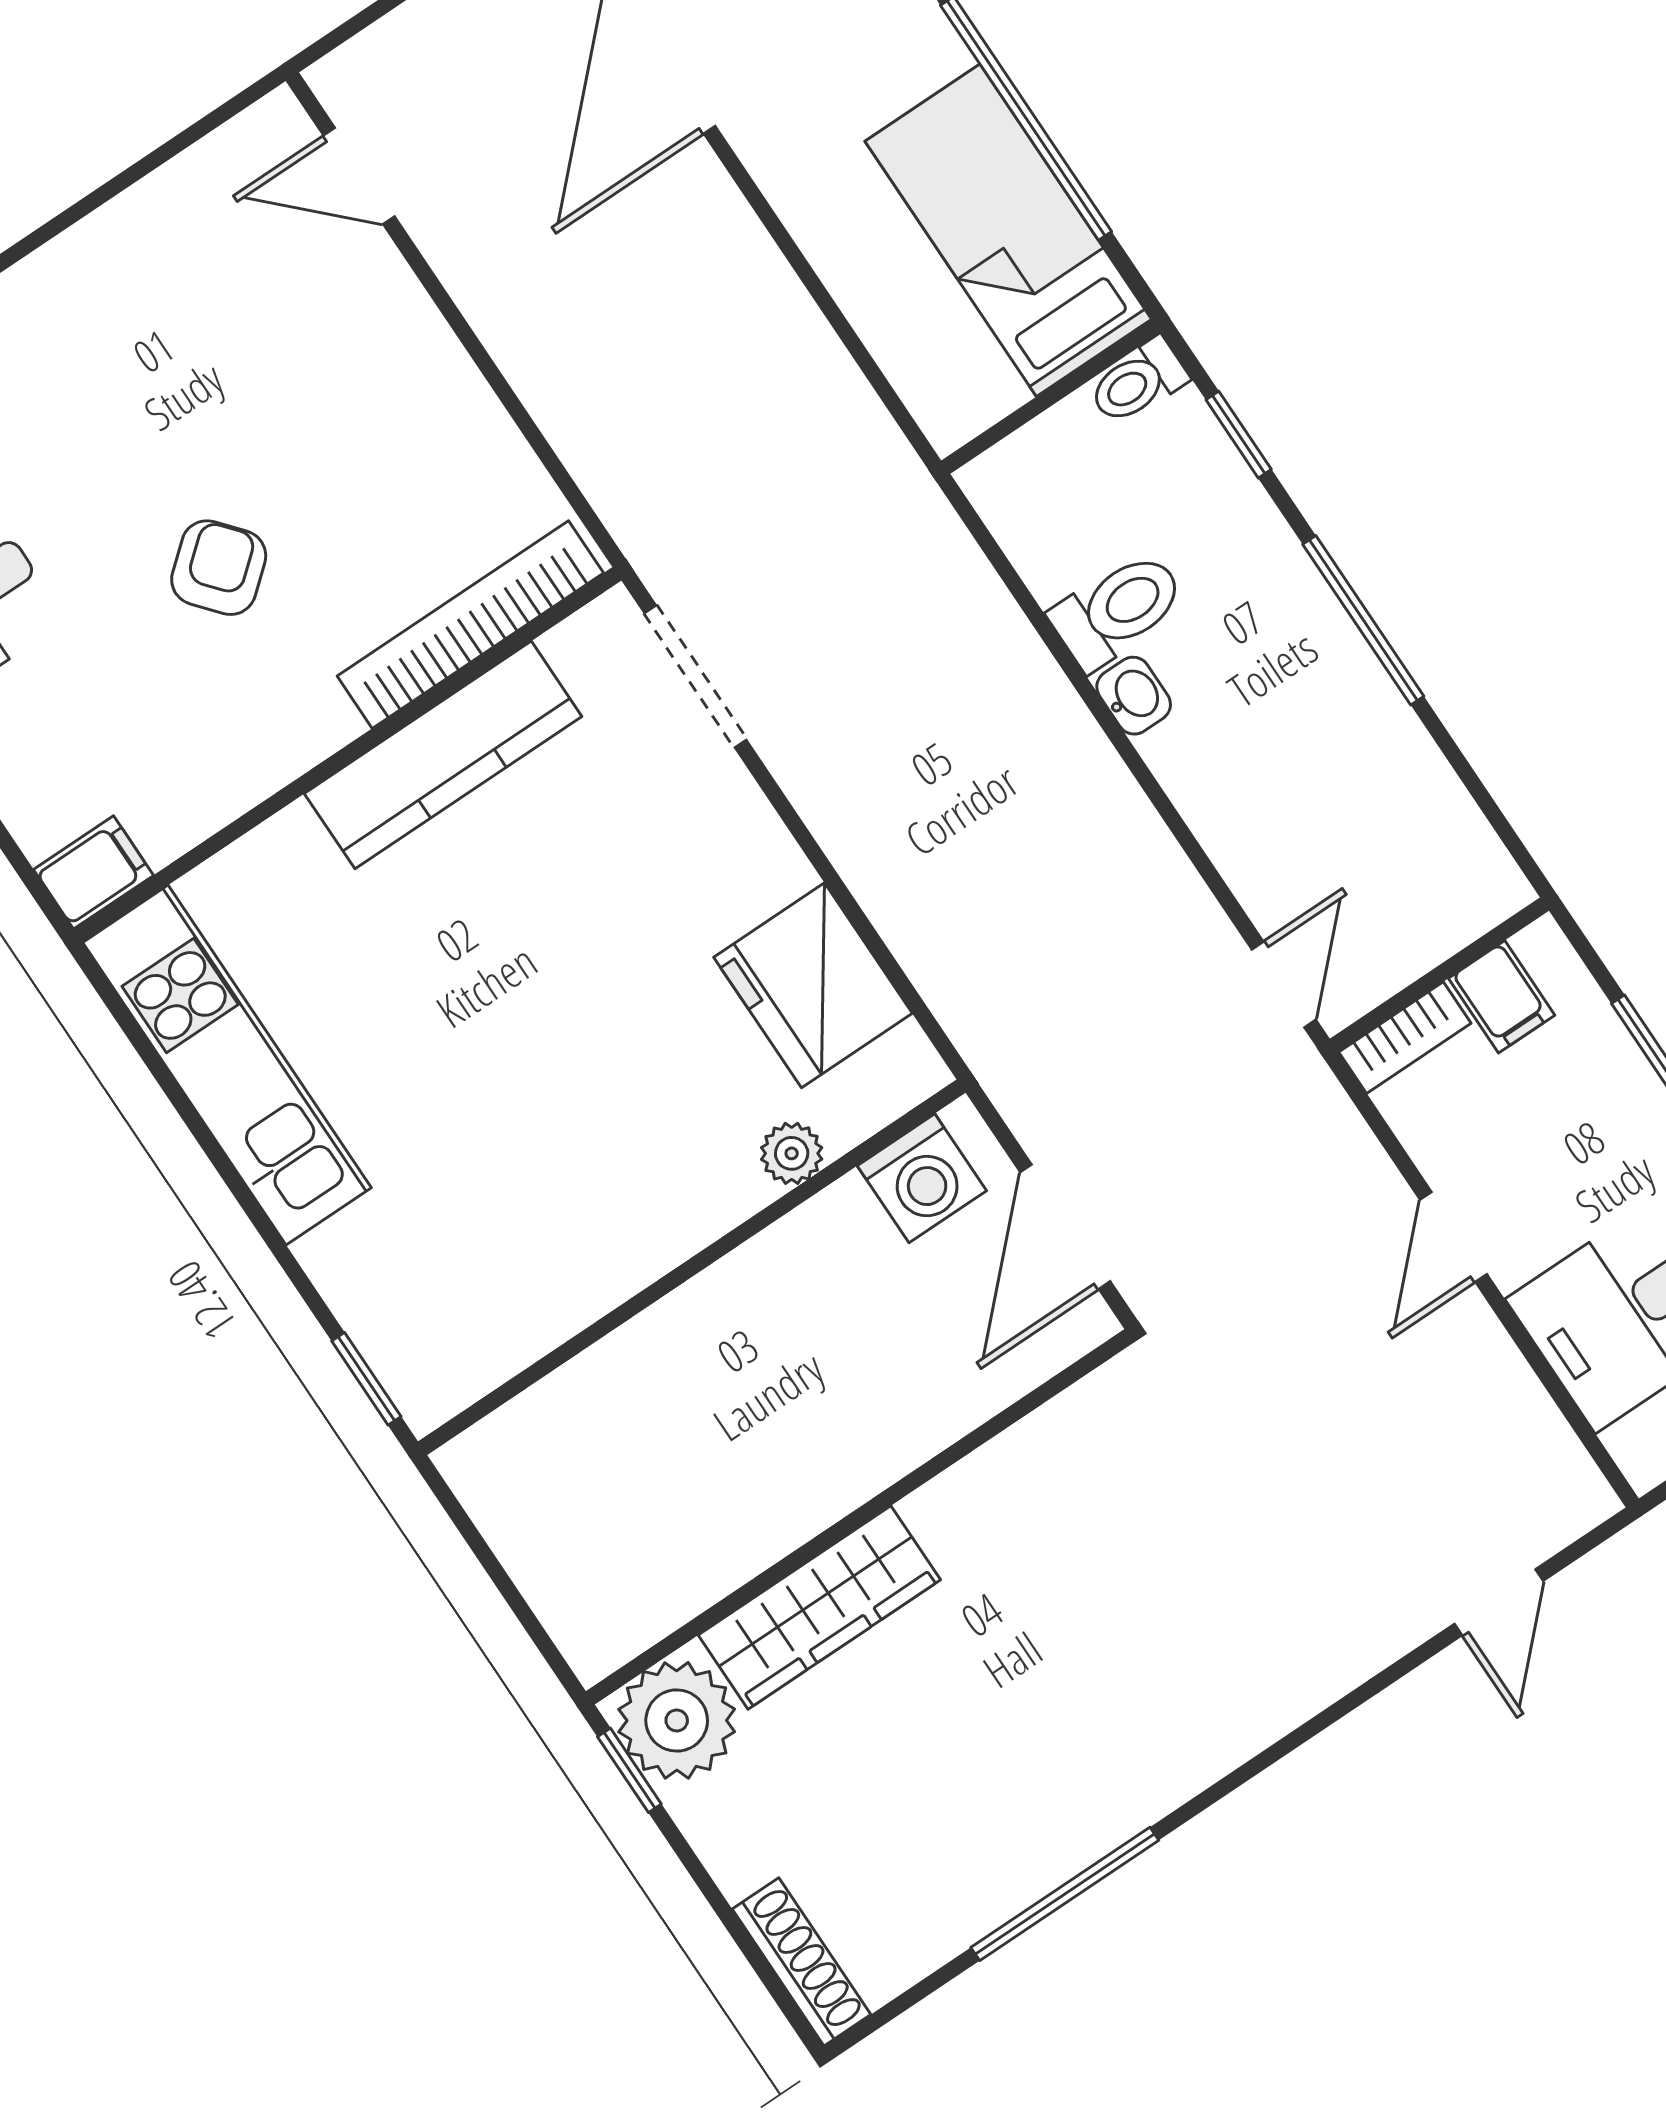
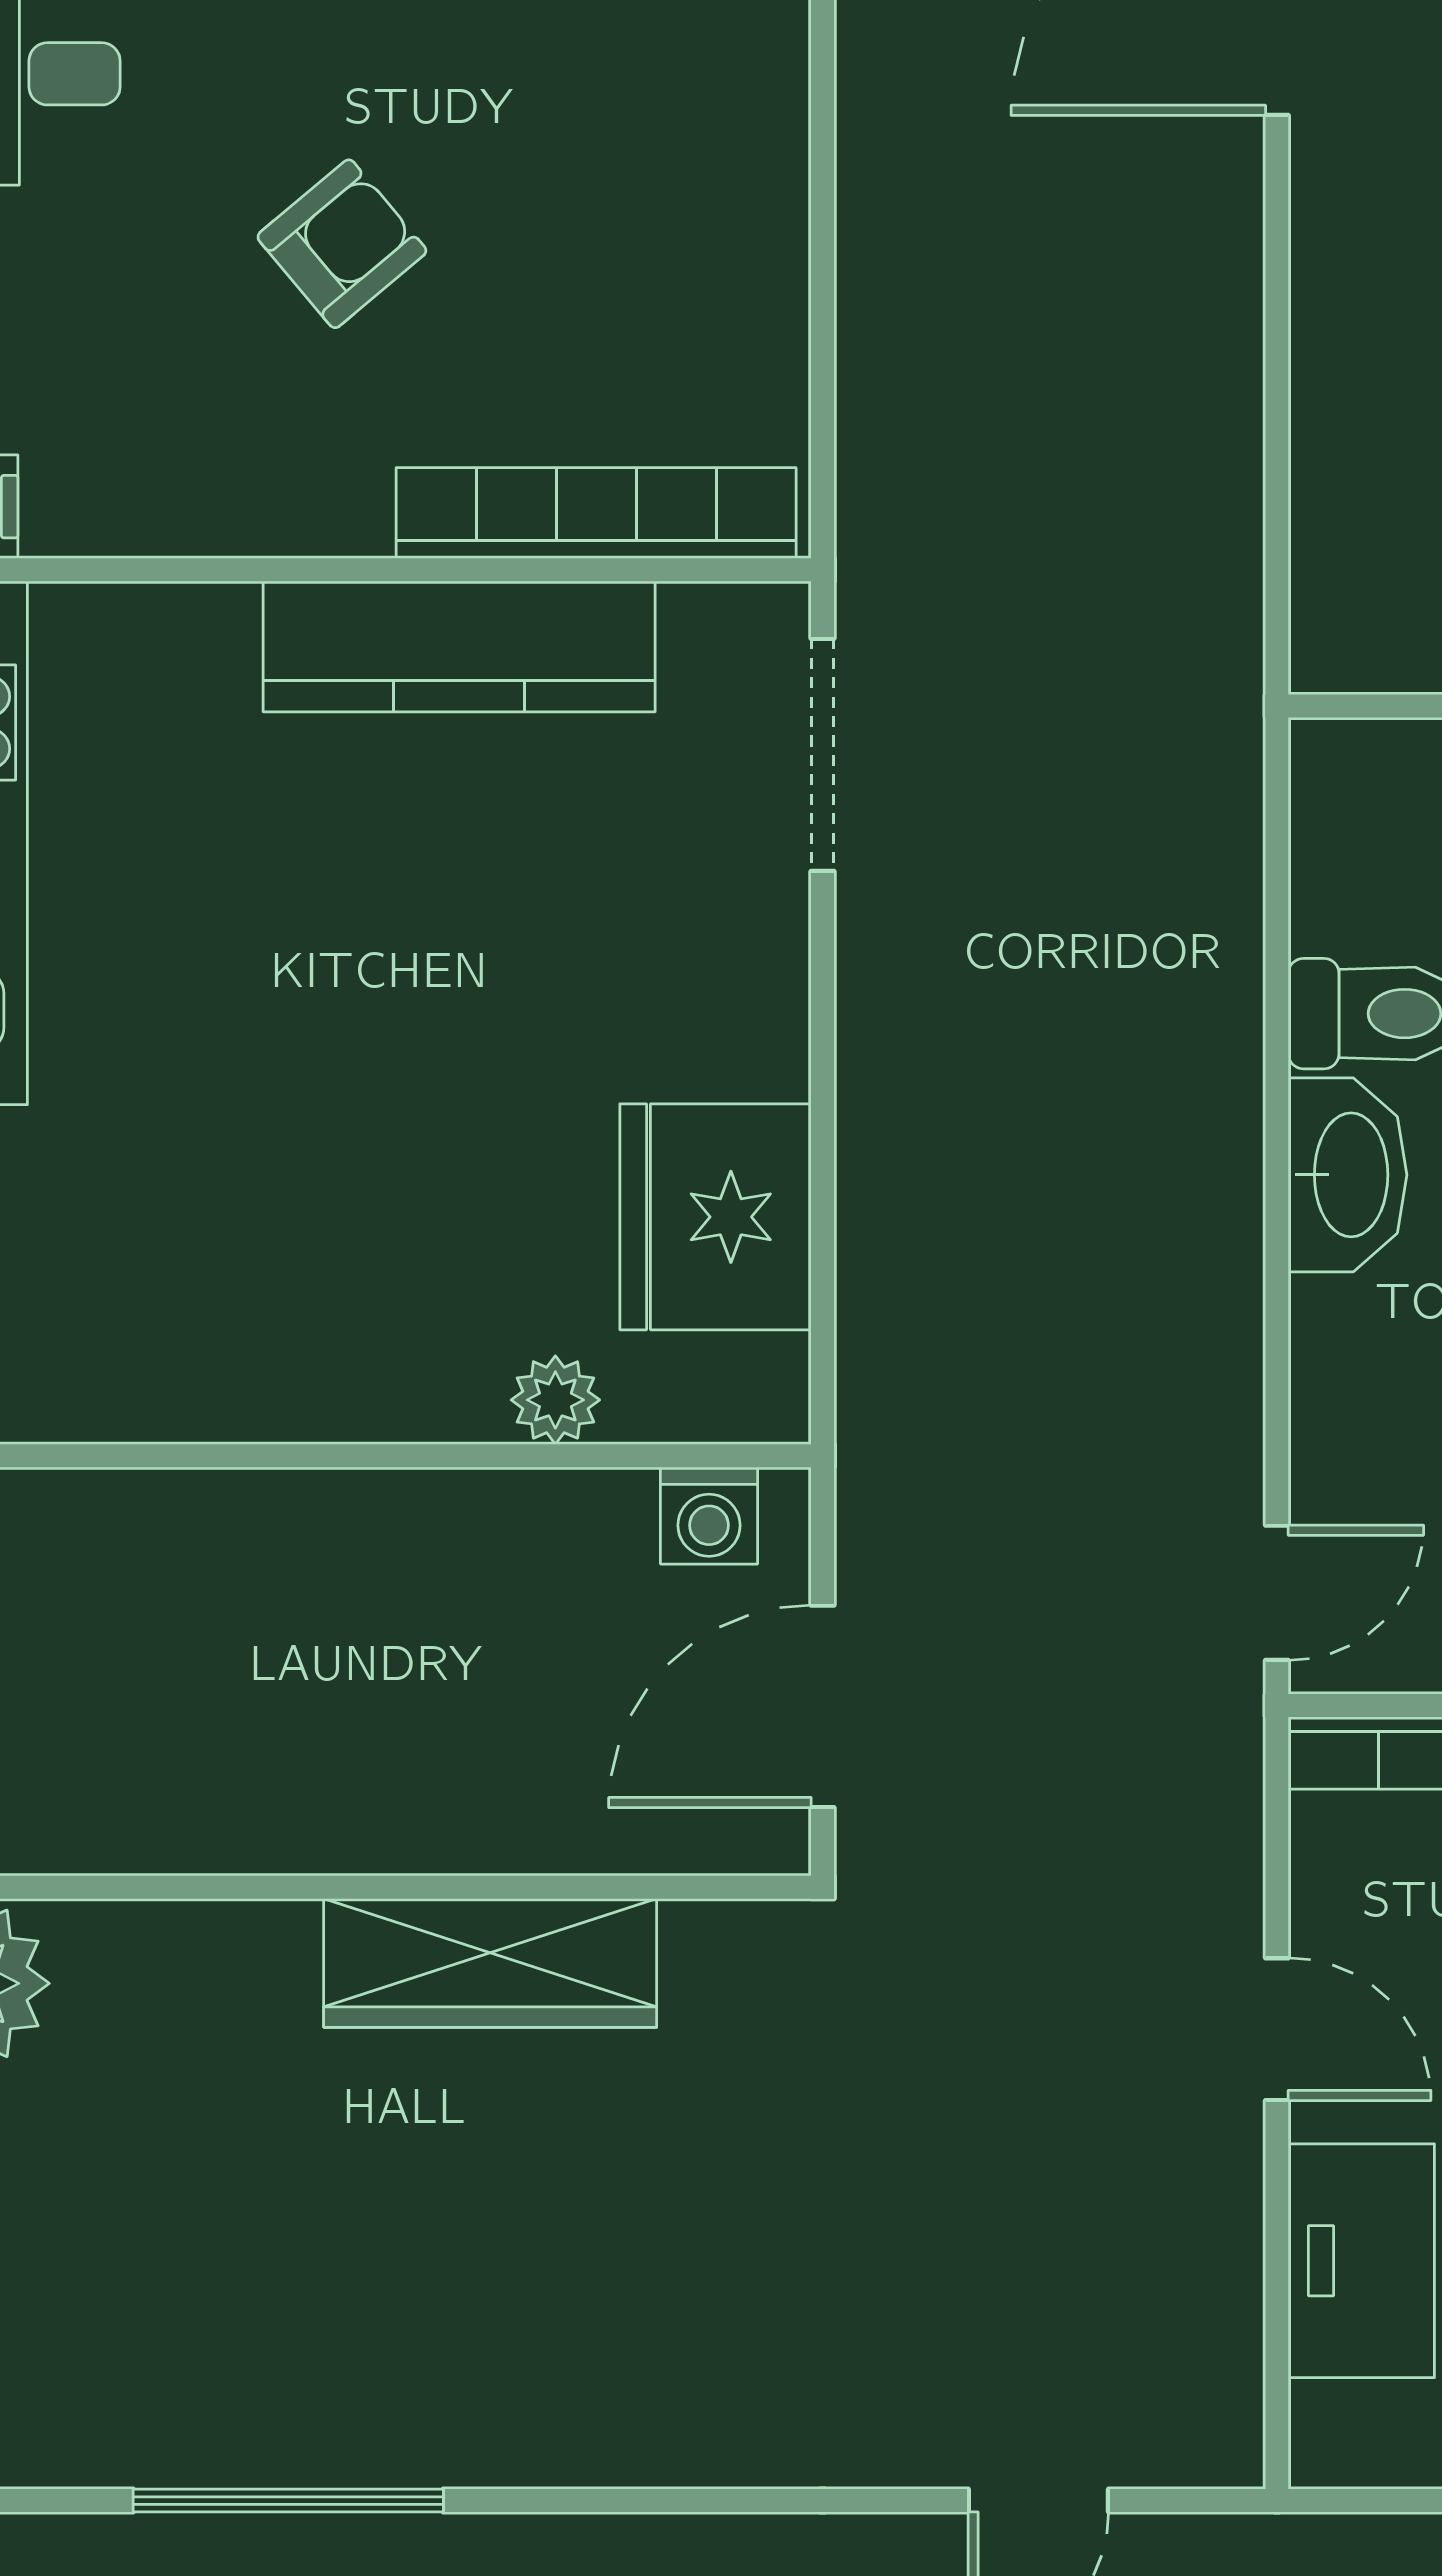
washbasin: (1134, 696) -> (1347, 1175), width x1.91, depth x1.45
washing machine: (922, 1178) -> (709, 1516), width x0.73, depth x0.73
door: (1453, 1237) -> (1277, 2029), swing flipped
wardrobe: (819, 1607) -> (490, 1963), moved

